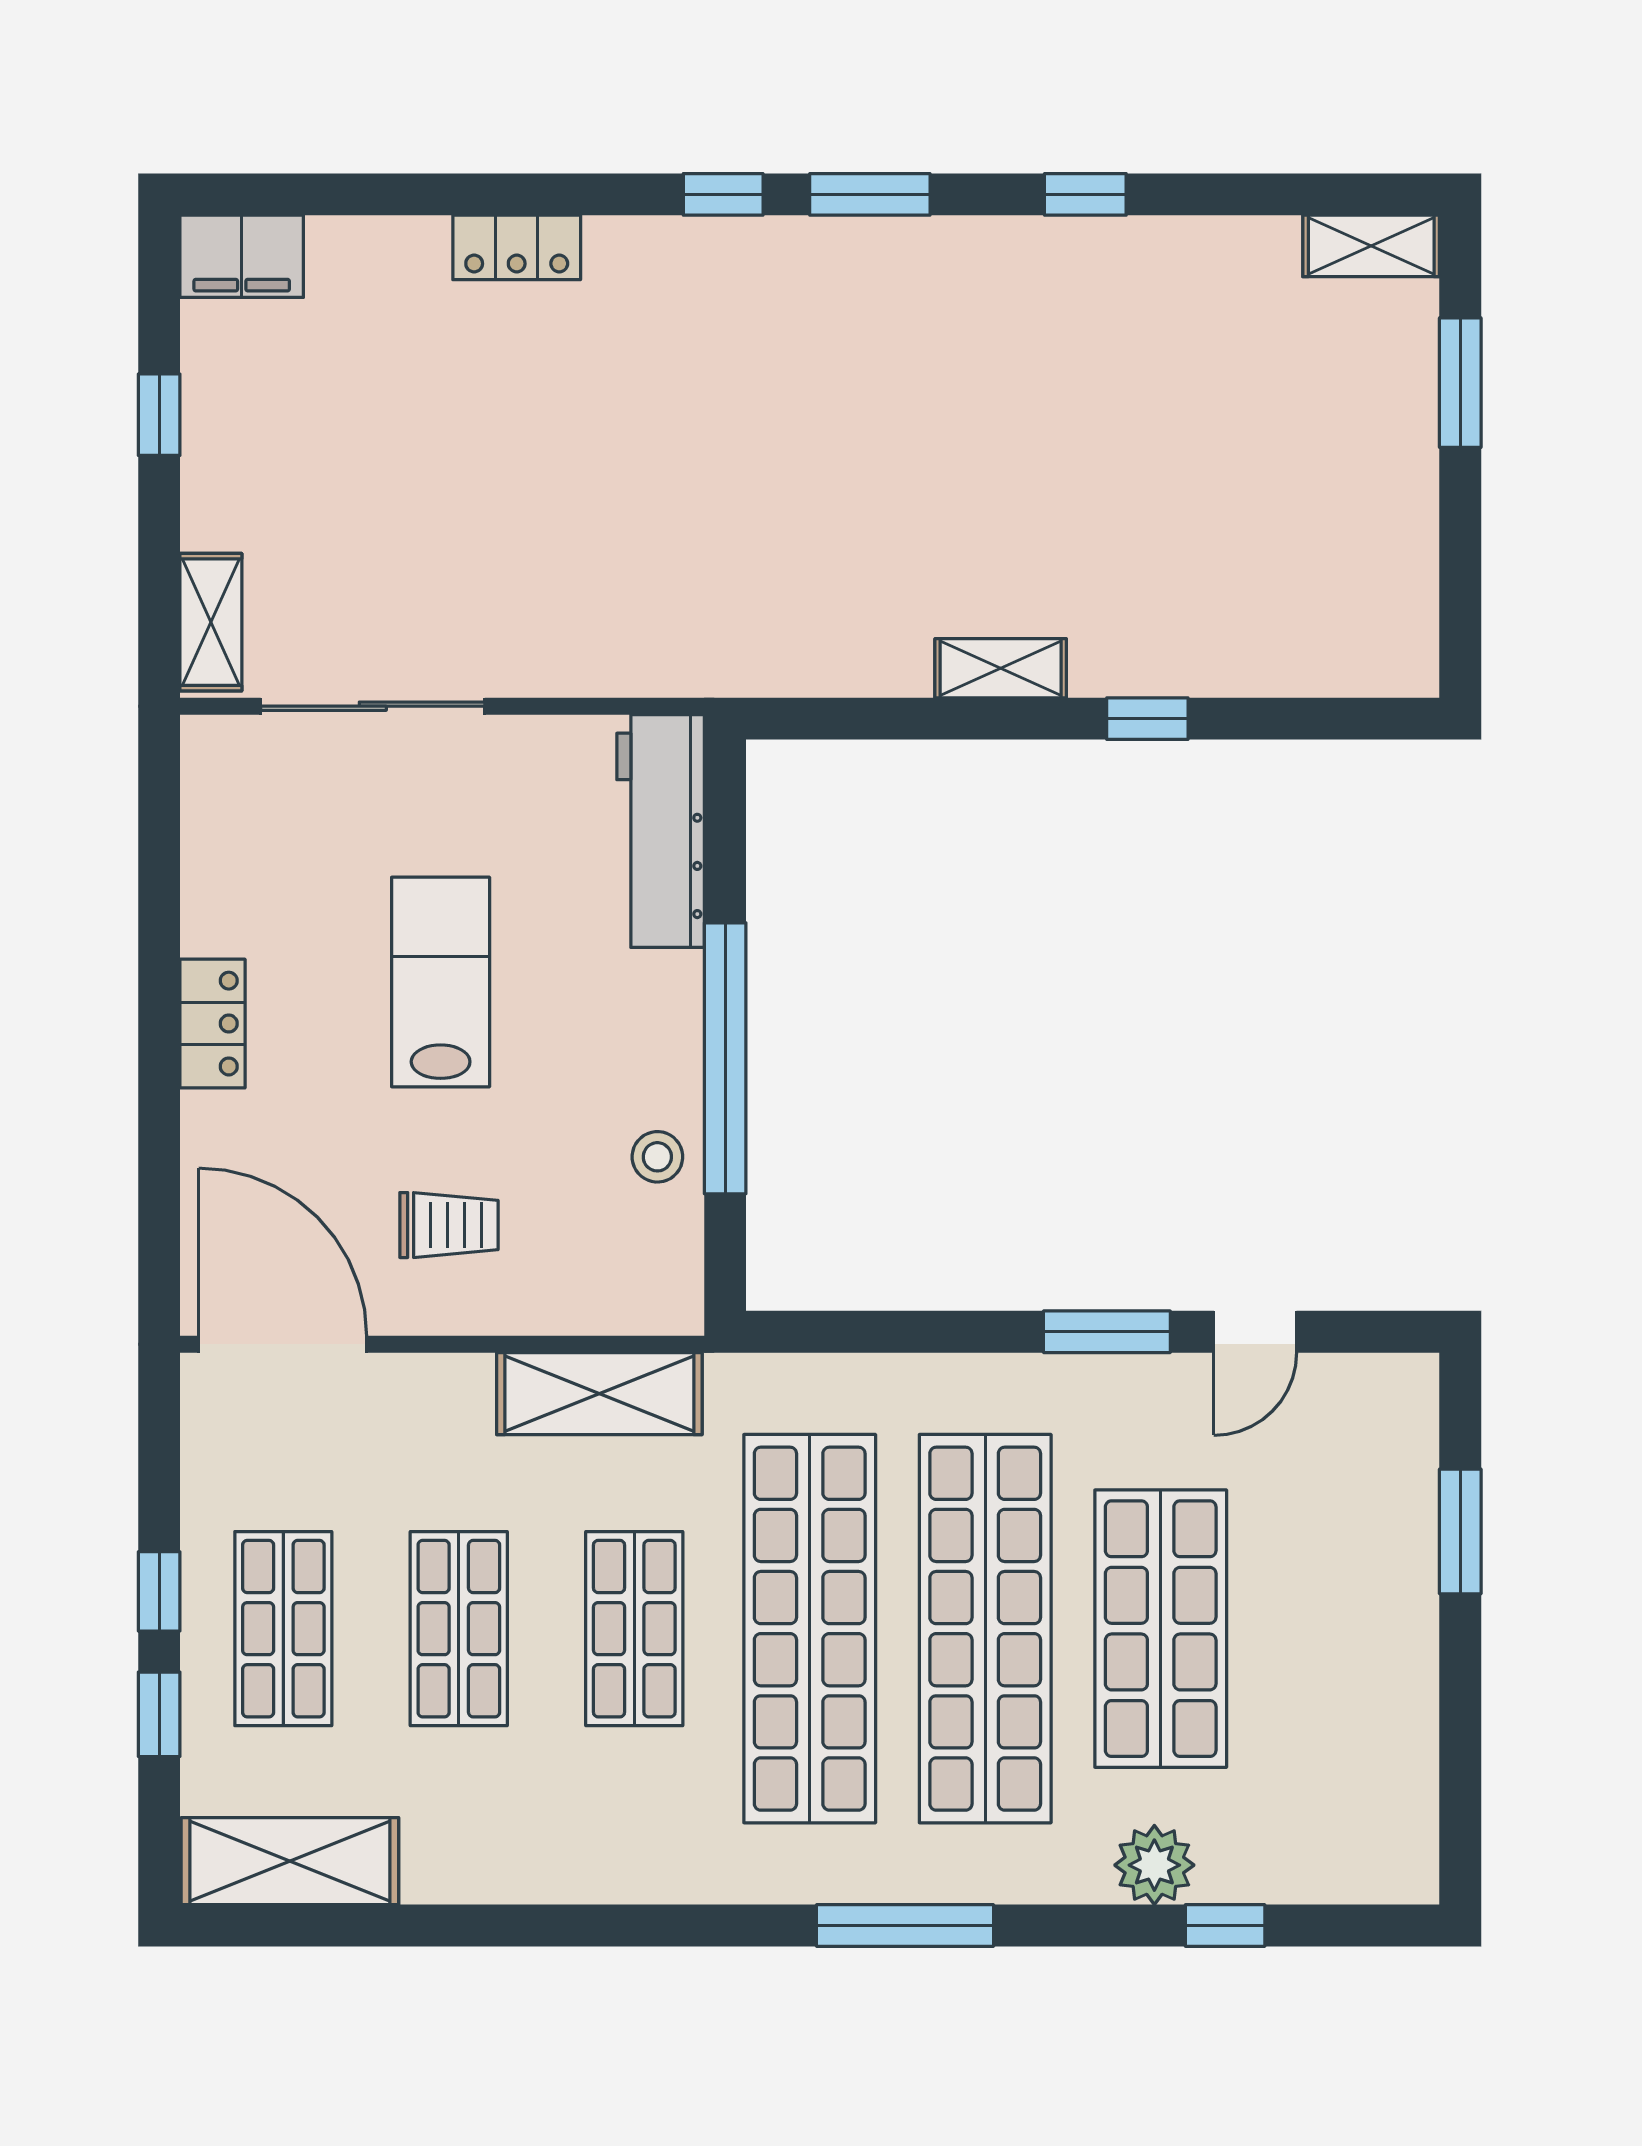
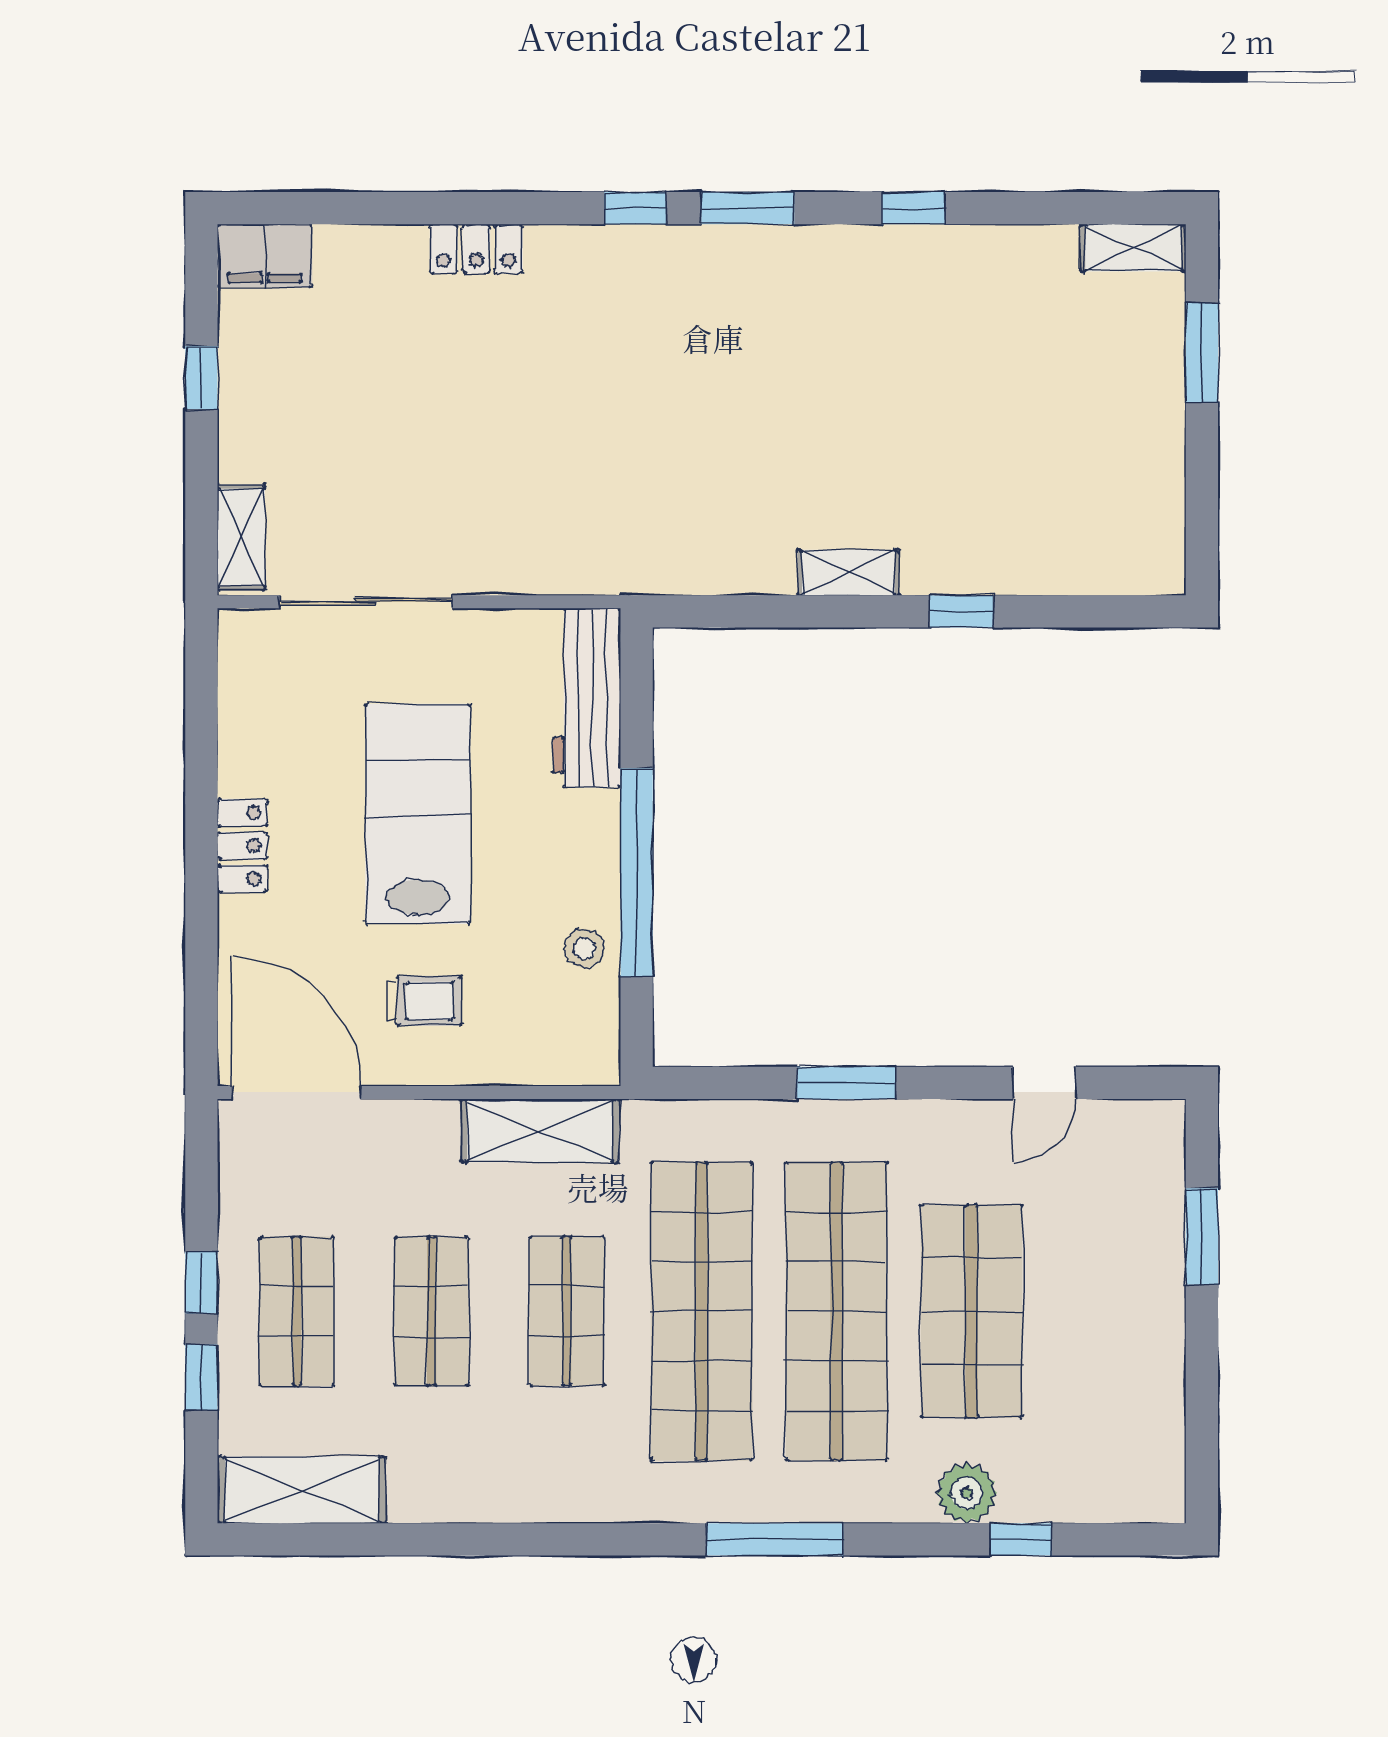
lab bench: (441, 982) -> (418, 814), width x1.36, depth x1.39
window: (1107, 1332) -> (846, 1083), moved

